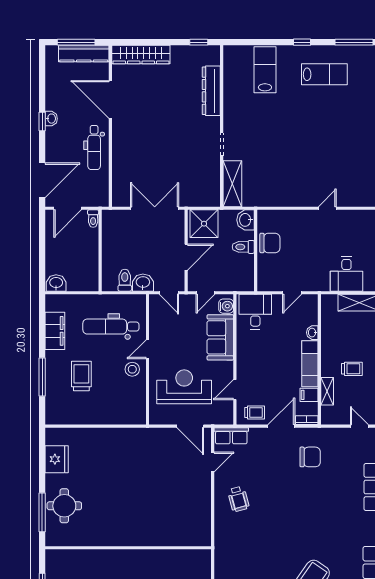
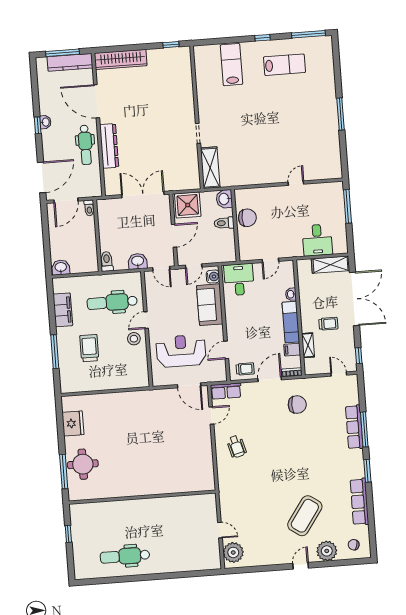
dresser: (211, 91) -> (109, 146), moved, turned 180
toilet: (125, 280) -> (107, 261), moved

